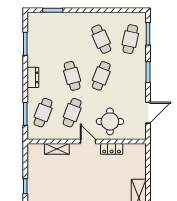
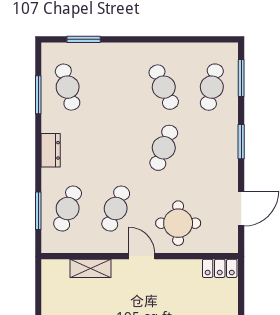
cafe table: (72, 76) -> (68, 87), moved
locker: (112, 149) -> (220, 268), moved

